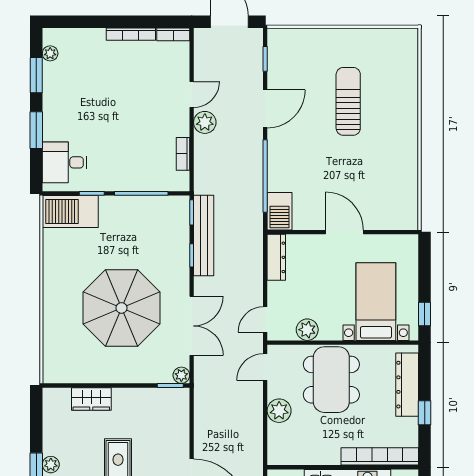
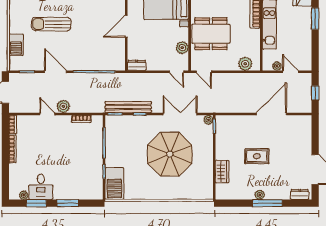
desk: (65, 162) -> (41, 187), moved
barbecue: (280, 211) -> (16, 45), moved, turned 90
dresser: (276, 257) -> (137, 65), width x0.70
plant: (279, 411) -> (245, 64), moved

